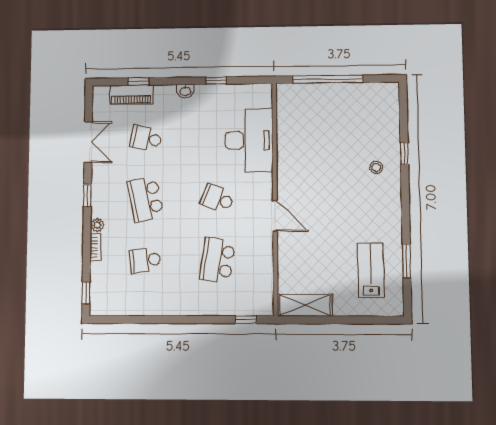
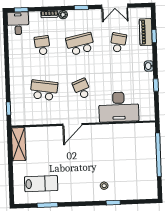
school desk: (218, 199) -> (82, 89), turned -42
desk: (108, 299) -> (18, 23), added

